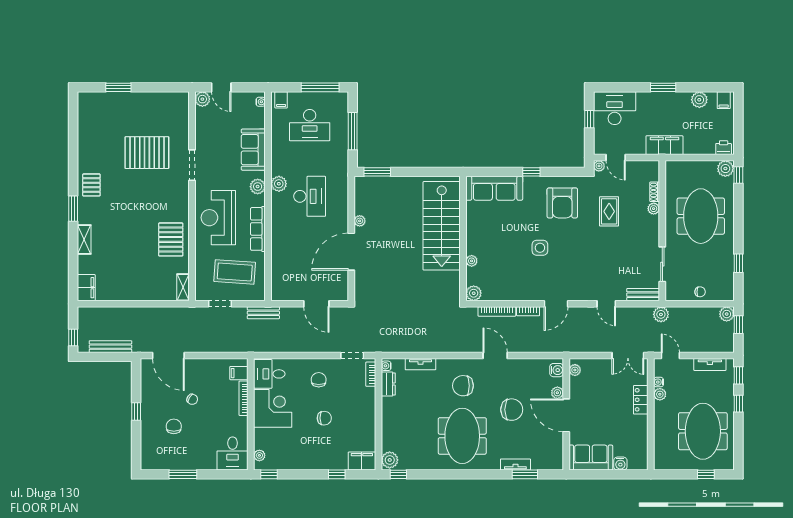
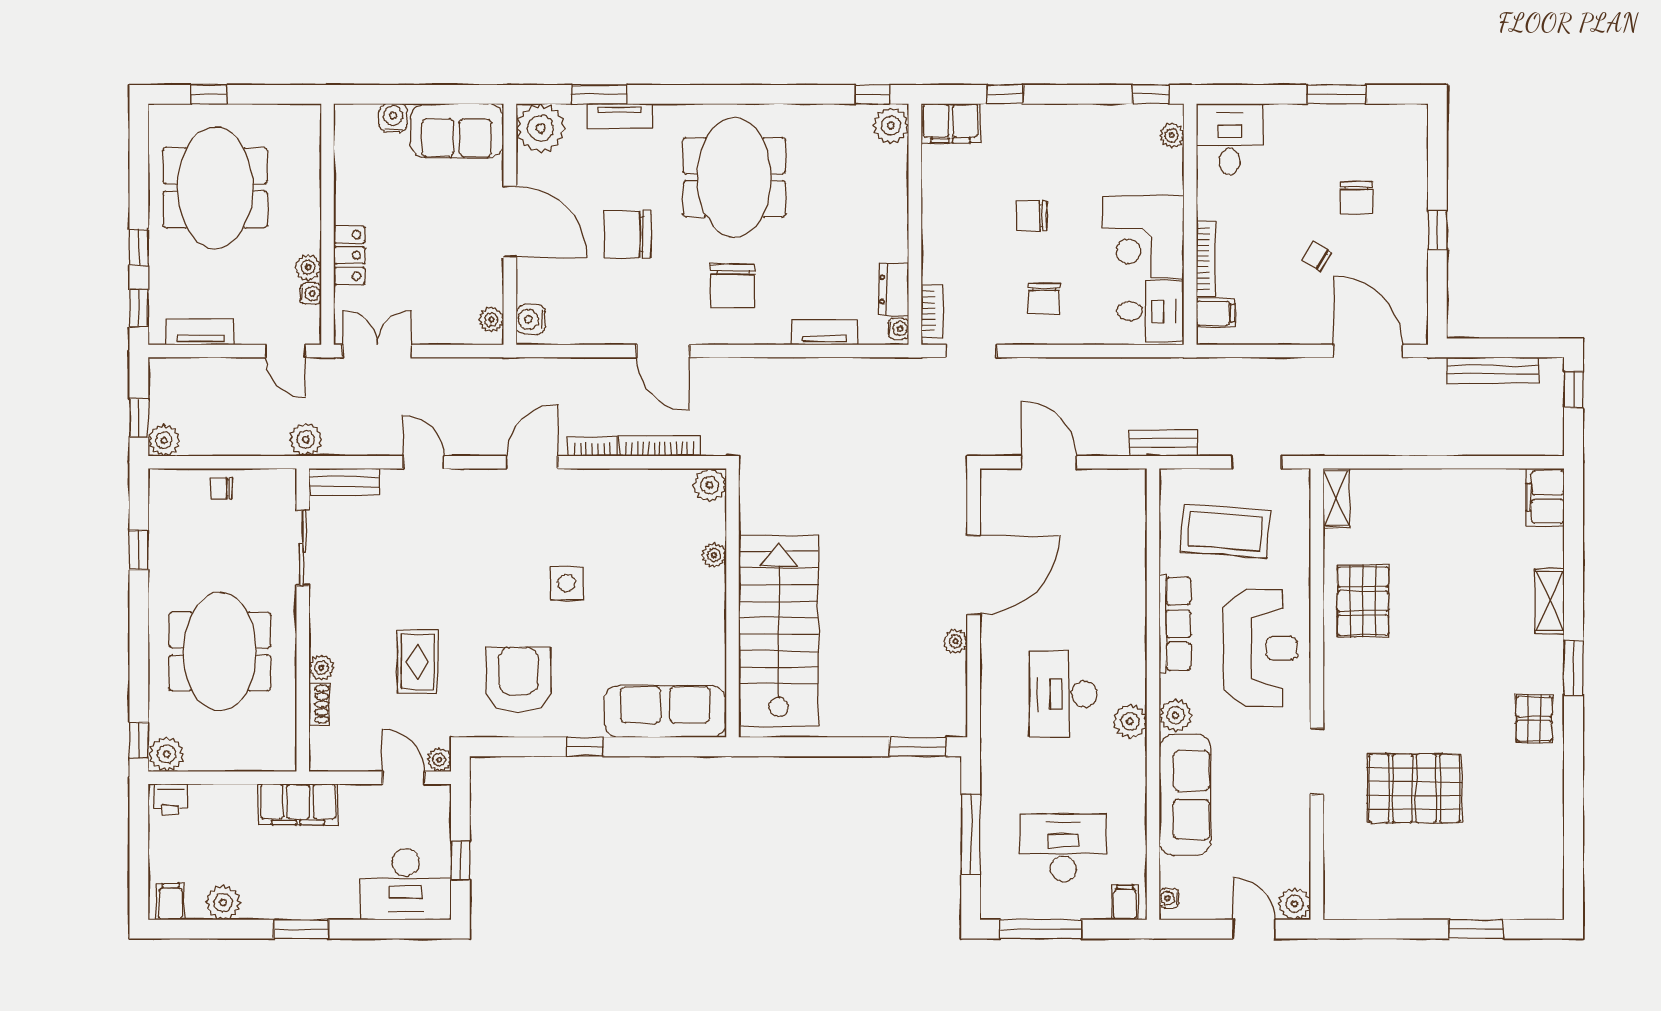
sofa: (253, 150) -> (1185, 795), width x1.36
chair: (463, 386) -> (733, 286), turned 90
plant: (557, 393) -> (541, 128), moved, width x1.88, depth x1.88

